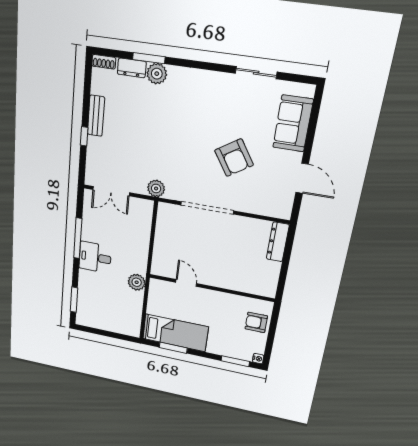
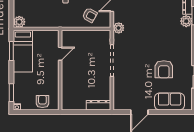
armchair: (234, 158) -> (164, 69), moved, turned -57
armchair: (132, 229) -> (90, 15), added
plant: (137, 282) -> (19, 22), moved

